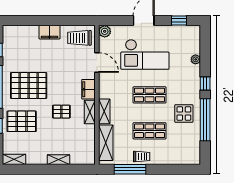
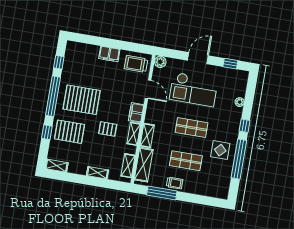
shelving: (89, 147) -> (128, 166), added

